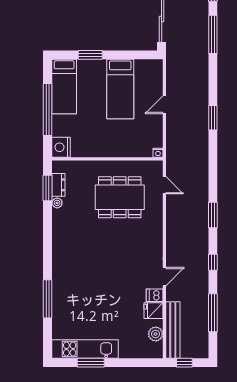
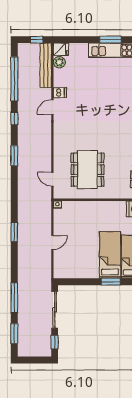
bed: (120, 89) -> (110, 255), moved
dining table: (120, 197) -> (87, 170), turned 90
fridge: (153, 311) -> (61, 49), moved
window: (213, 313) -> (14, 79), width x1.46

